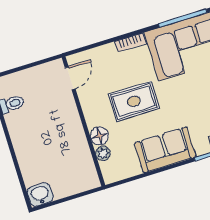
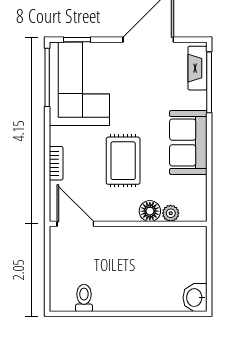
bookcase: (130, 42) -> (56, 163), moved
door: (70, 78) -> (75, 224), width x1.38

